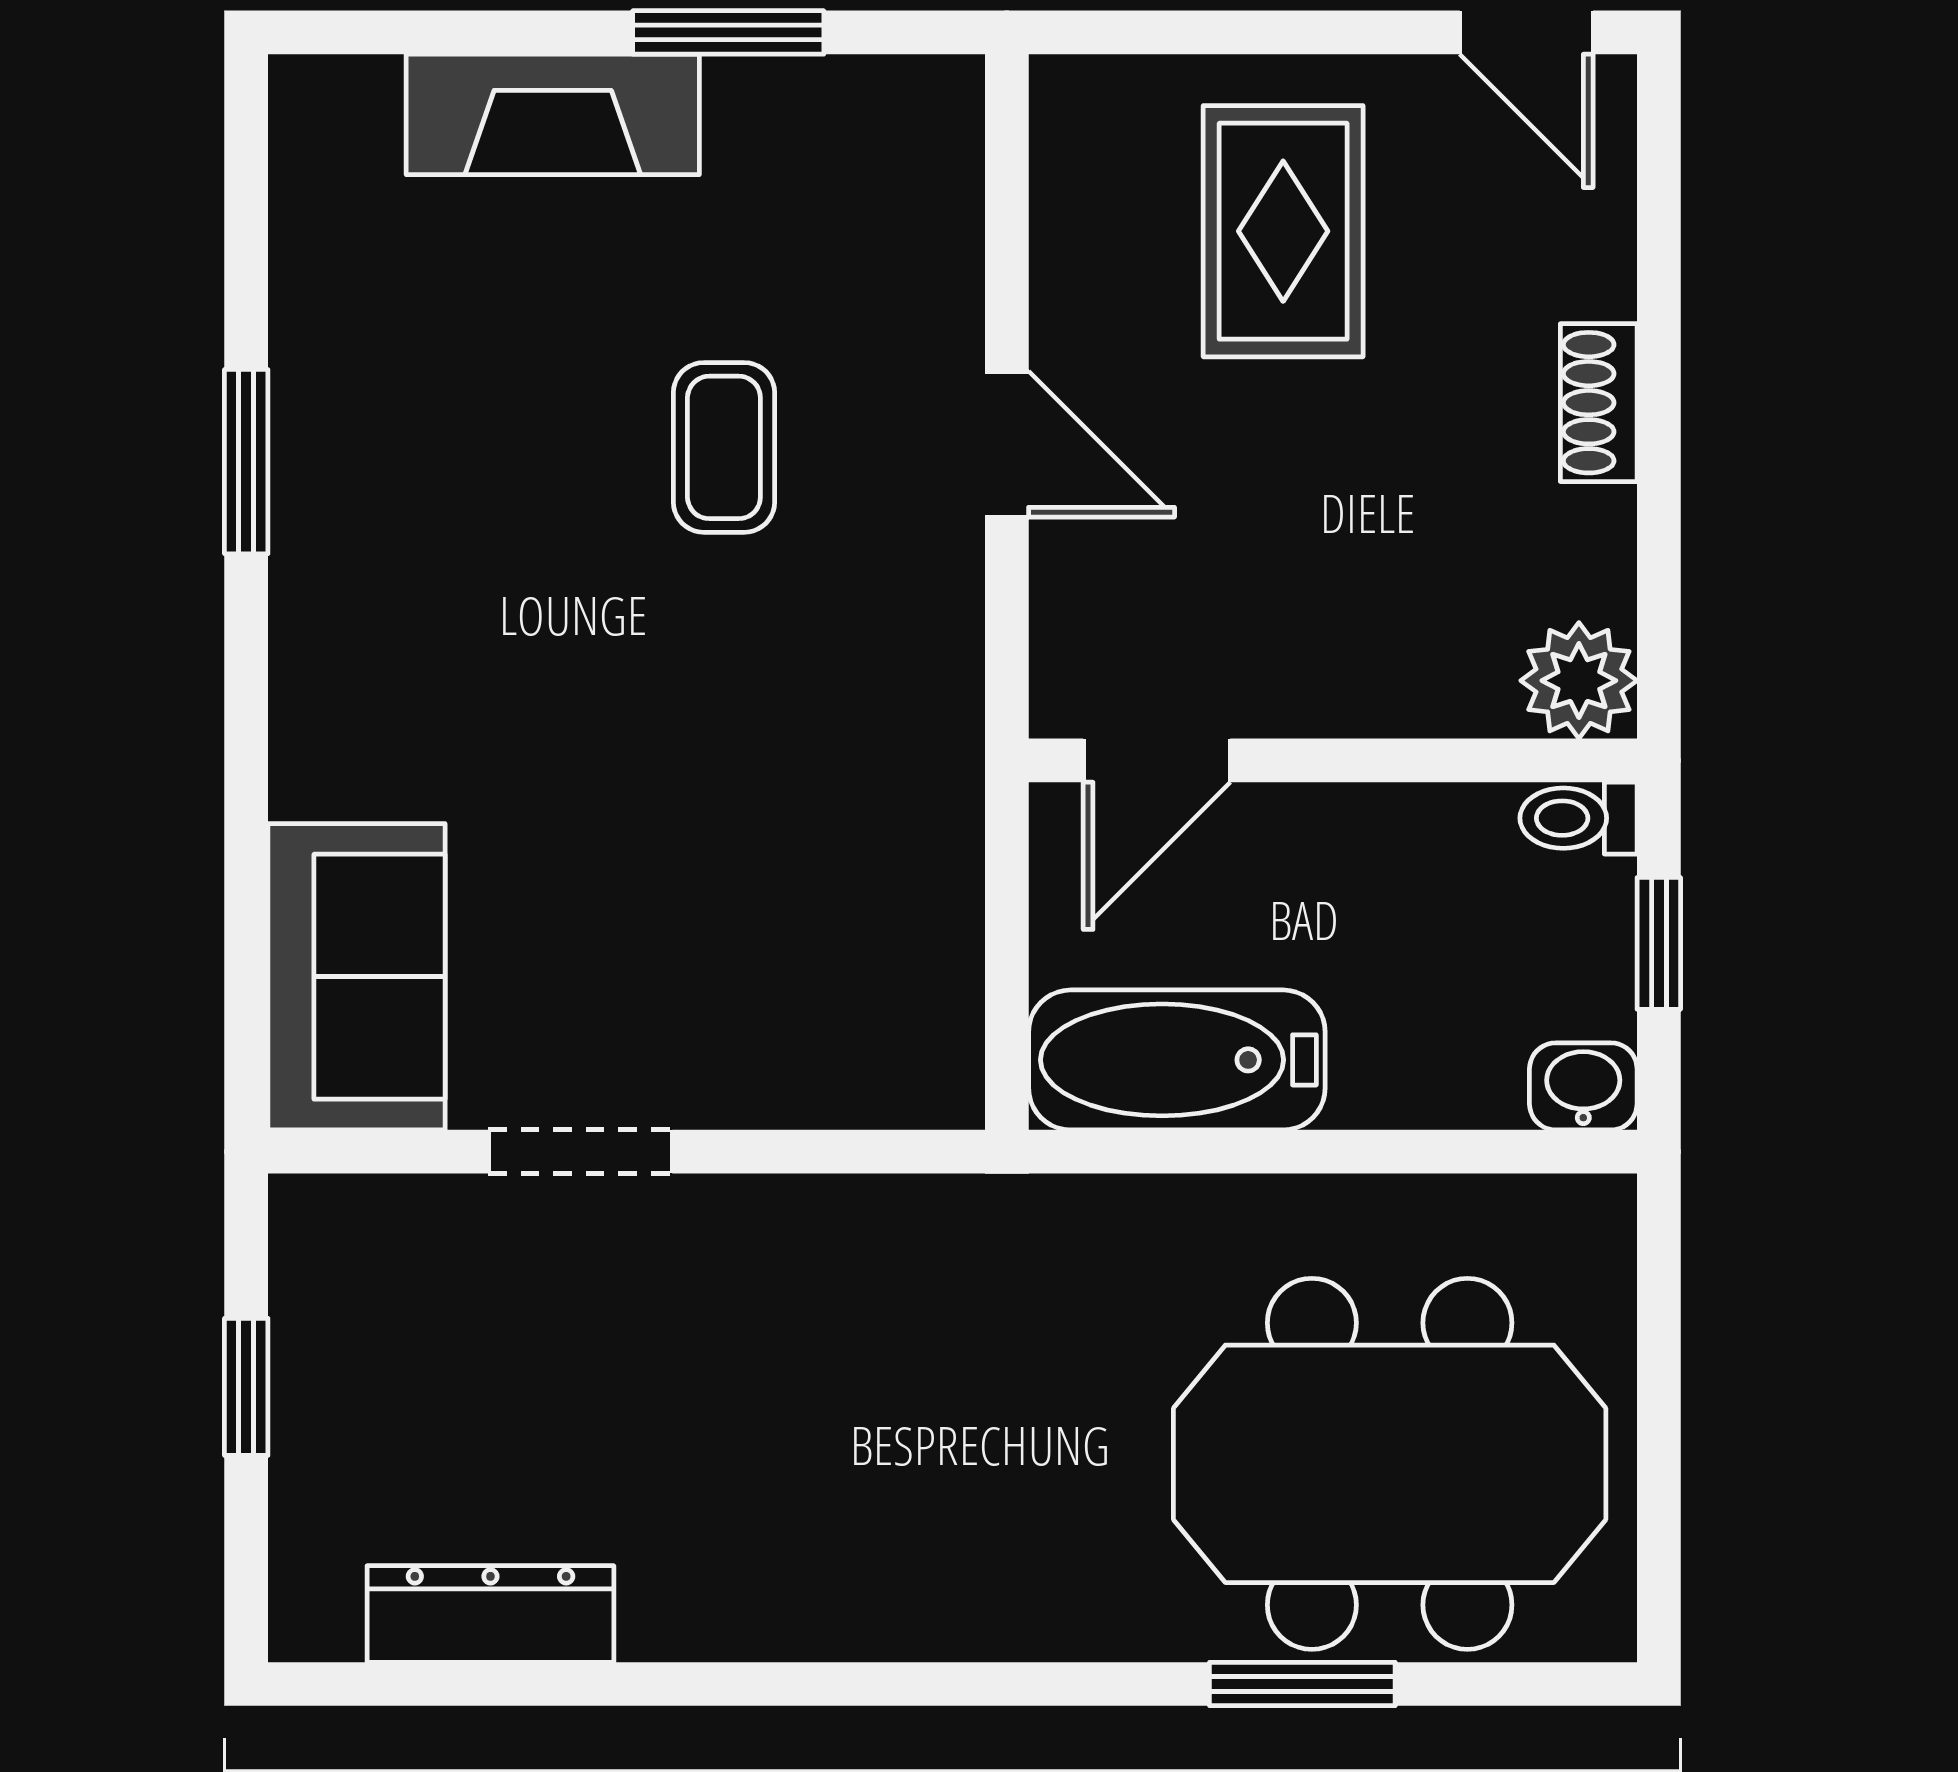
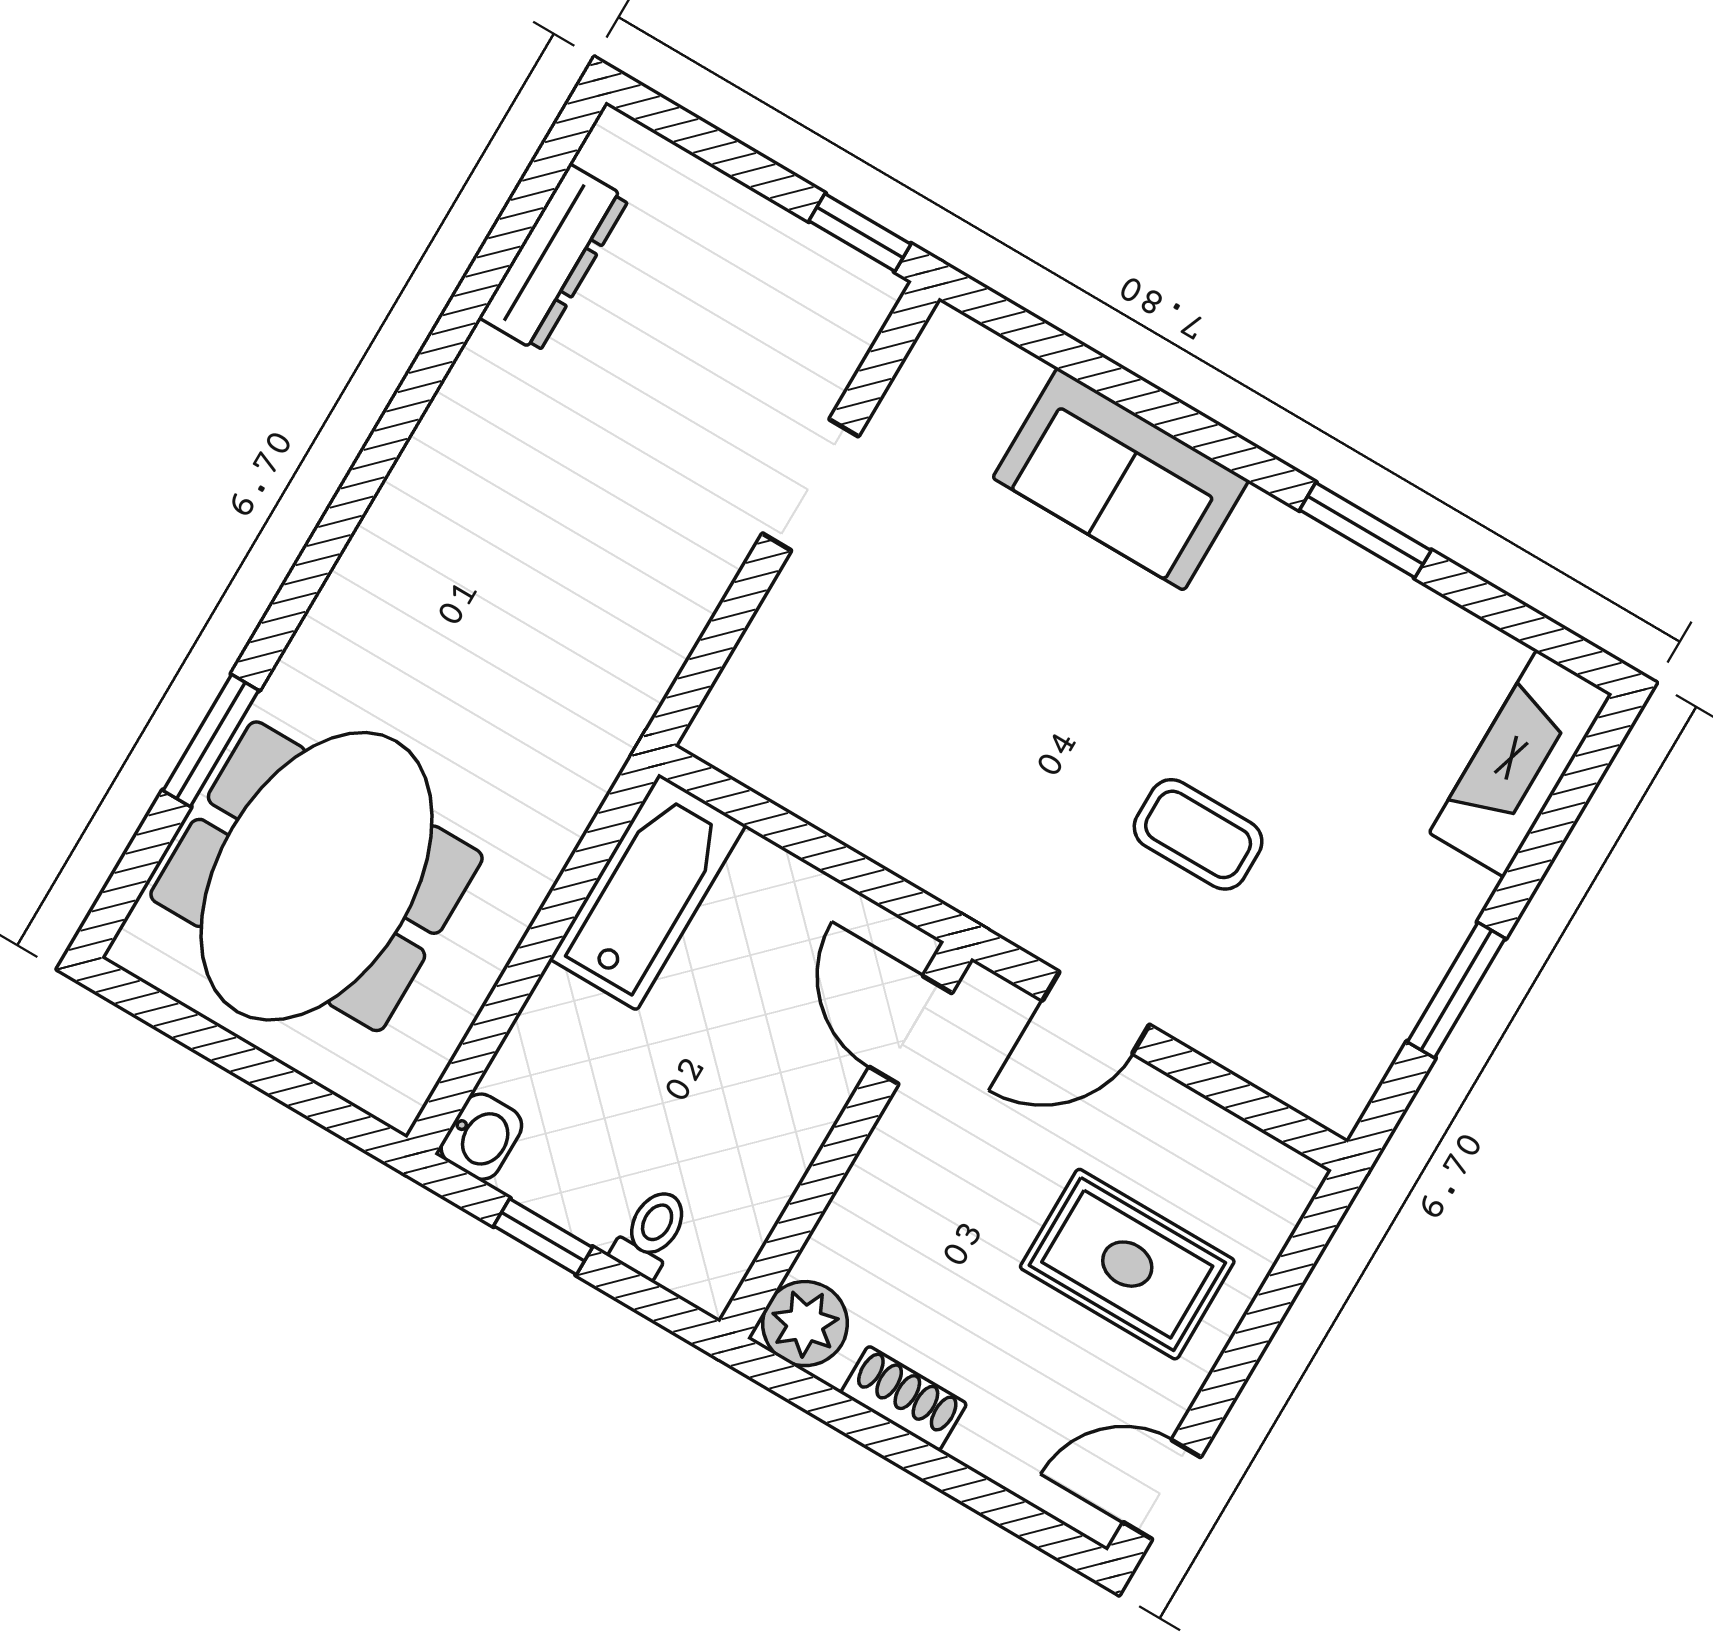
fireplace: (553, 114) -> (1521, 763), moved
plant: (1579, 681) -> (805, 1324), moved
door: (1157, 760) -> (911, 1030), moved
wall: (1333, 760) -> (846, 1140), moved
sofa: (356, 977) -> (1121, 479), moved
window: (246, 1387) -> (860, 232), moved

